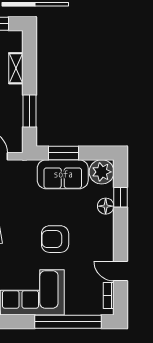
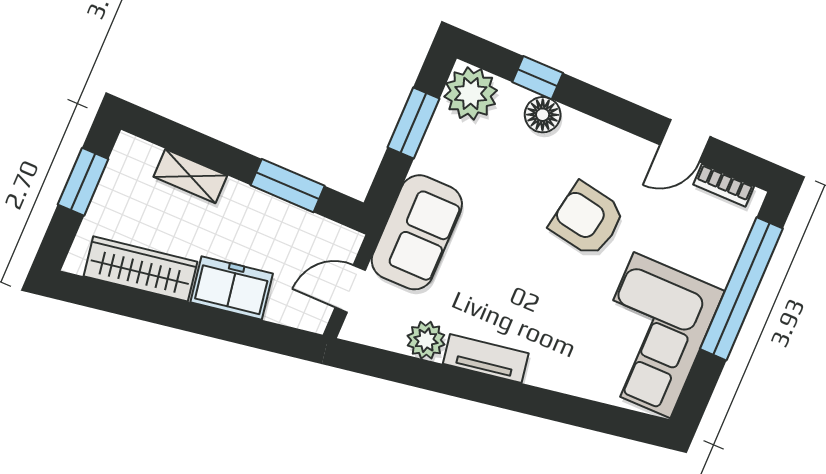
window: (64, 153) -> (413, 123), moved
sofa: (63, 174) -> (417, 232), moved
armchair: (55, 239) -> (587, 219), moved, turned 100

